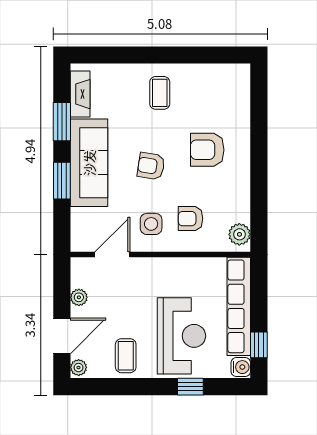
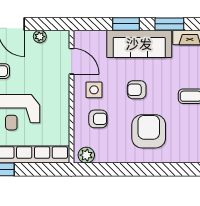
armchair: (207, 150) -> (149, 131), width x1.36, depth x1.36
armchair: (151, 166) -> (137, 90), turned -99
armchair: (190, 219) -> (98, 119), turned 90

